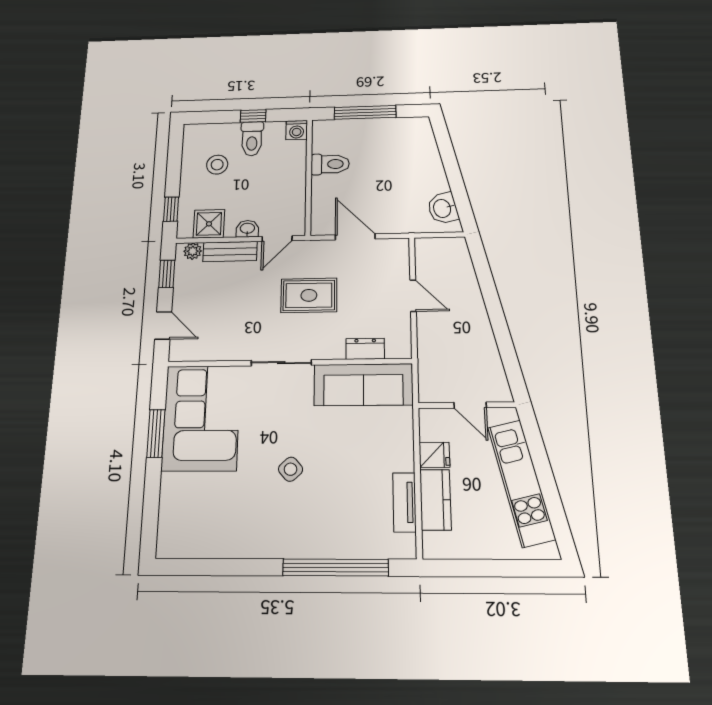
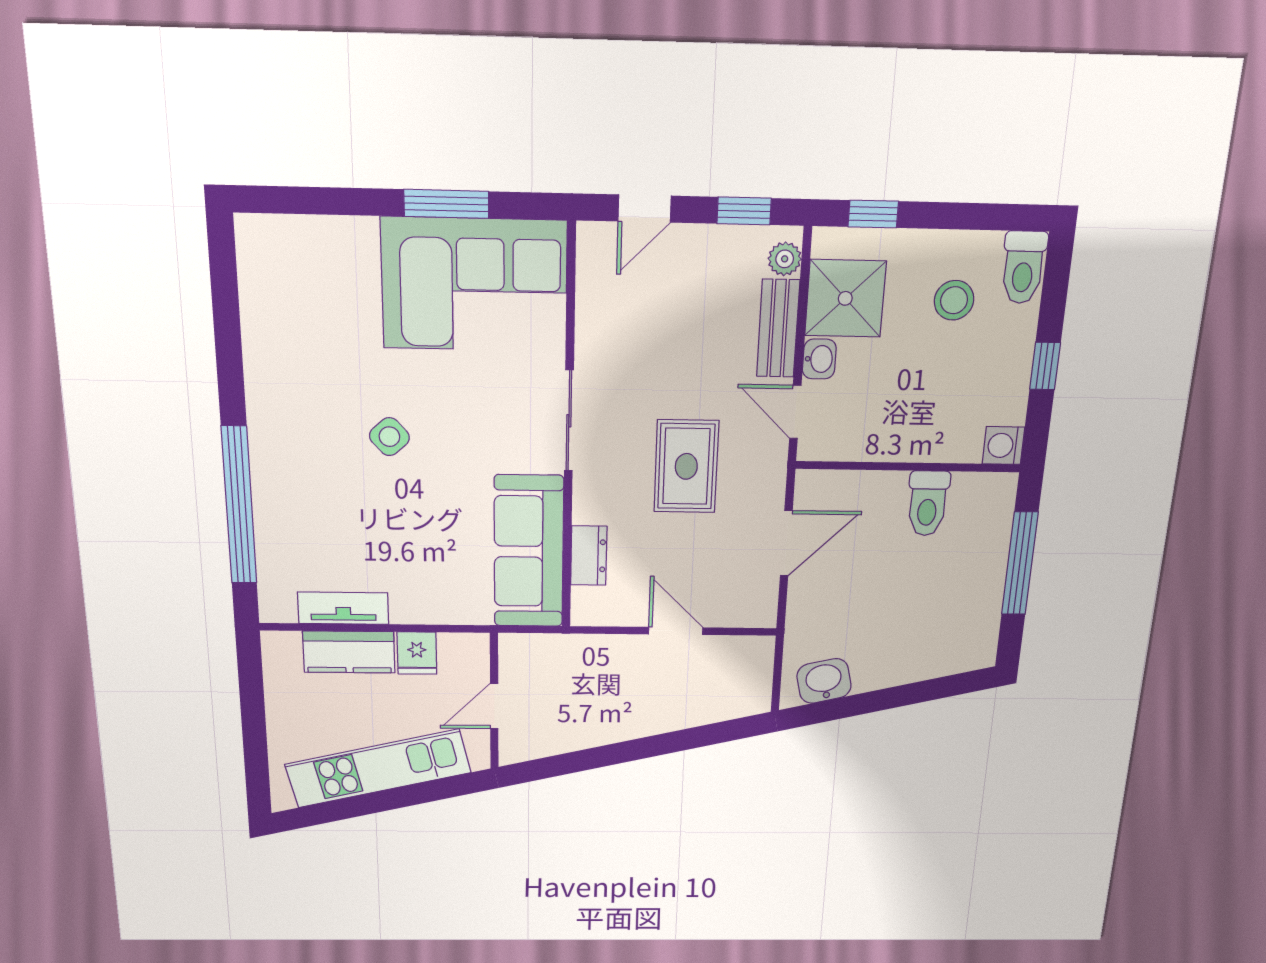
toilet: (252, 139) -> (1023, 267), moved, turned -90
shower: (209, 224) -> (845, 298), width x1.36, depth x1.36
door: (413, 296) -> (676, 631), swing flipped

